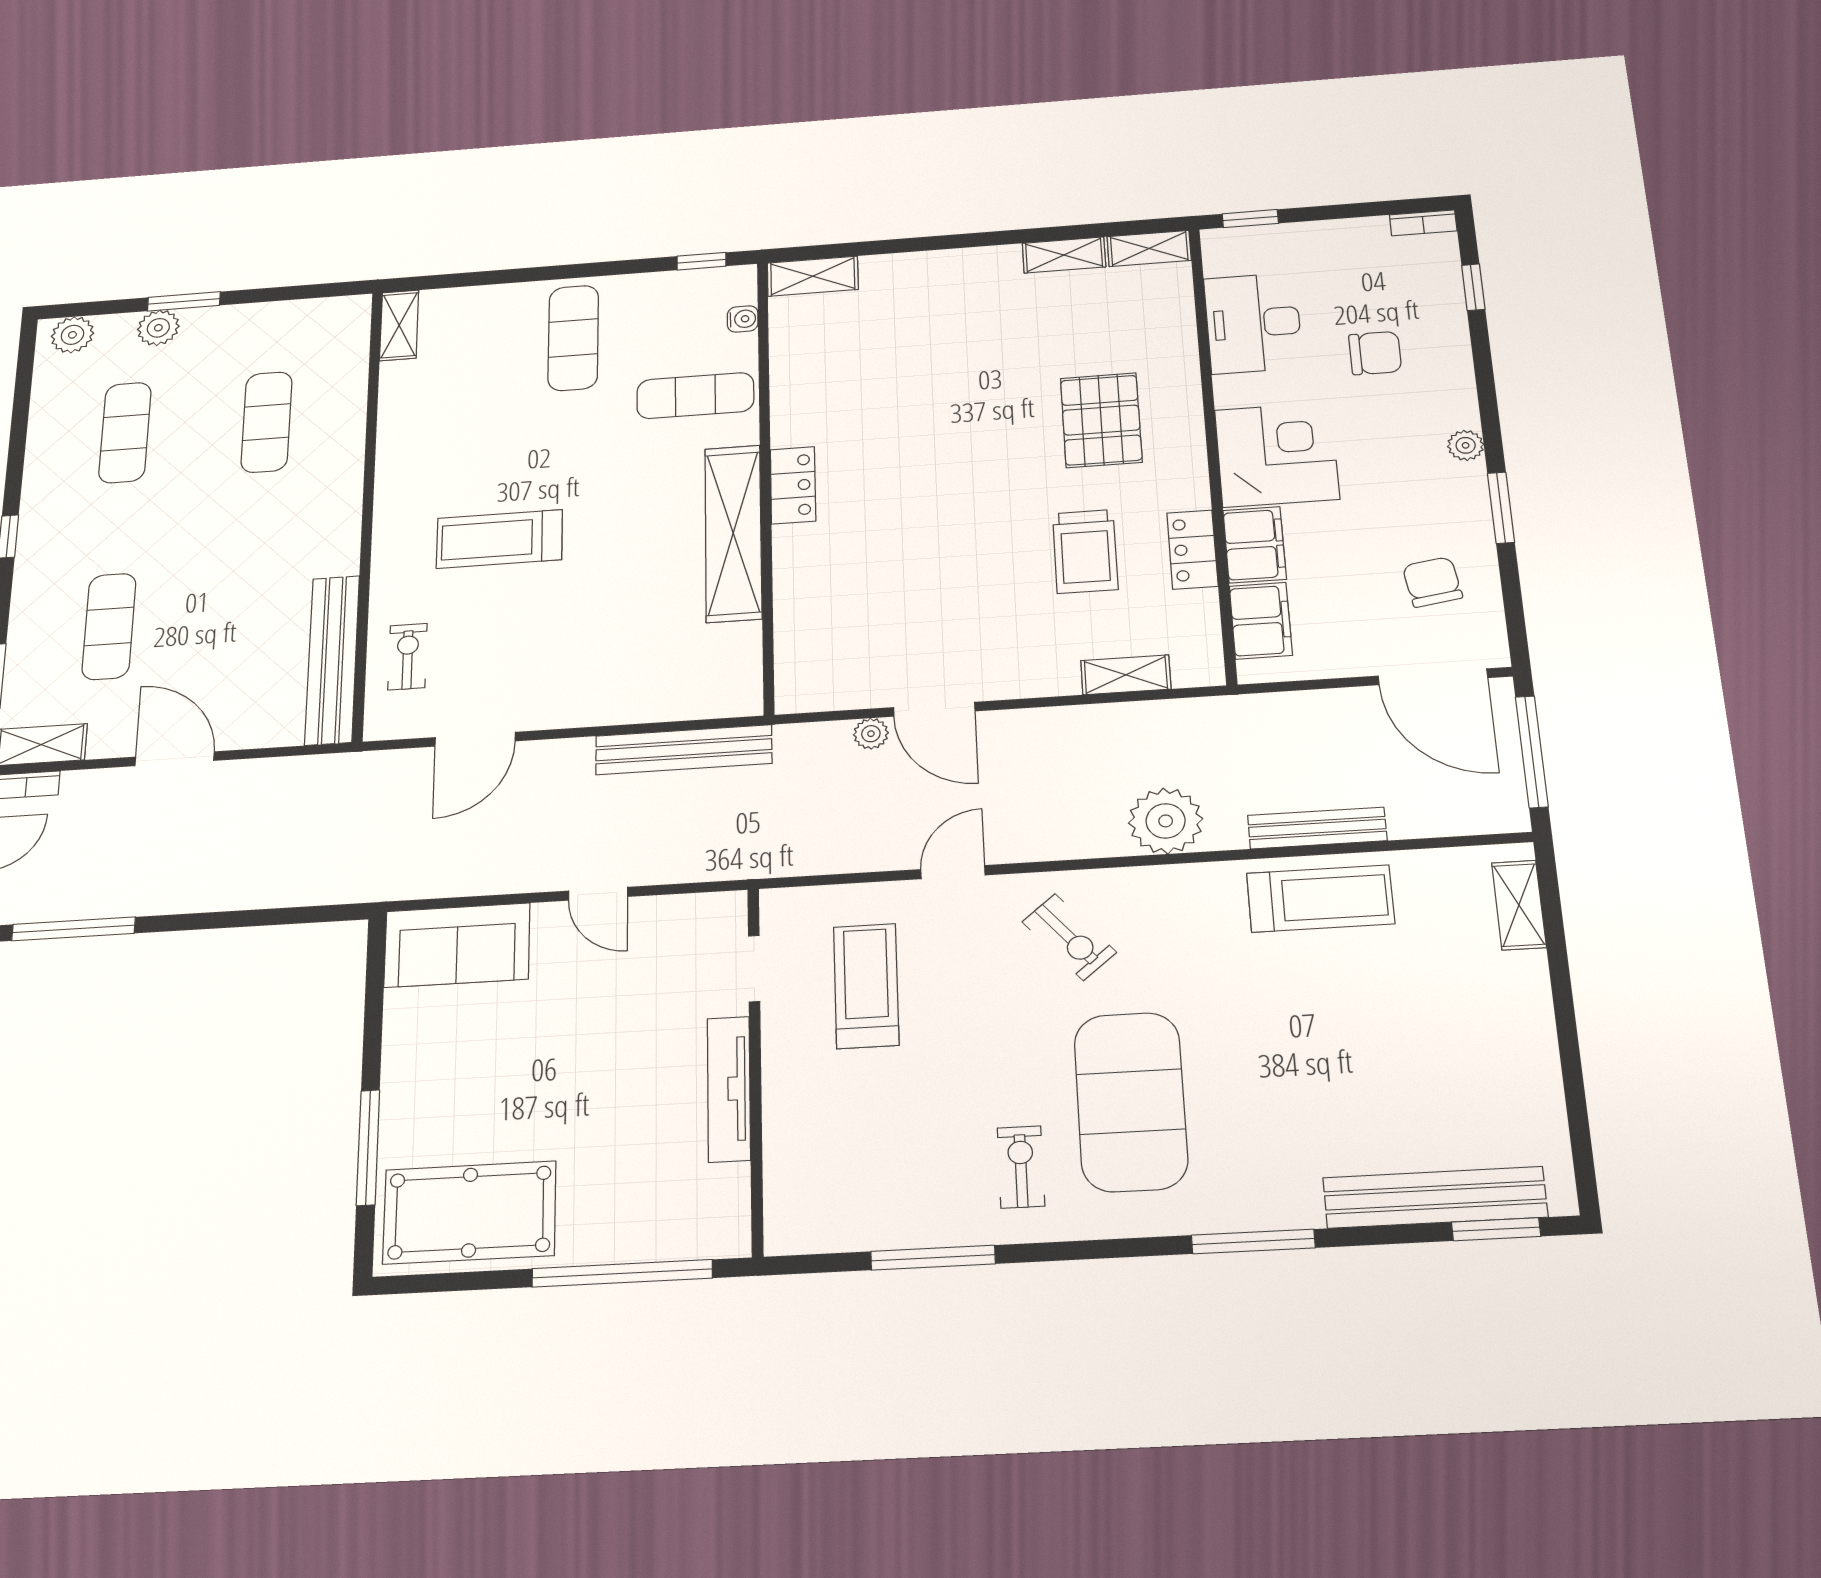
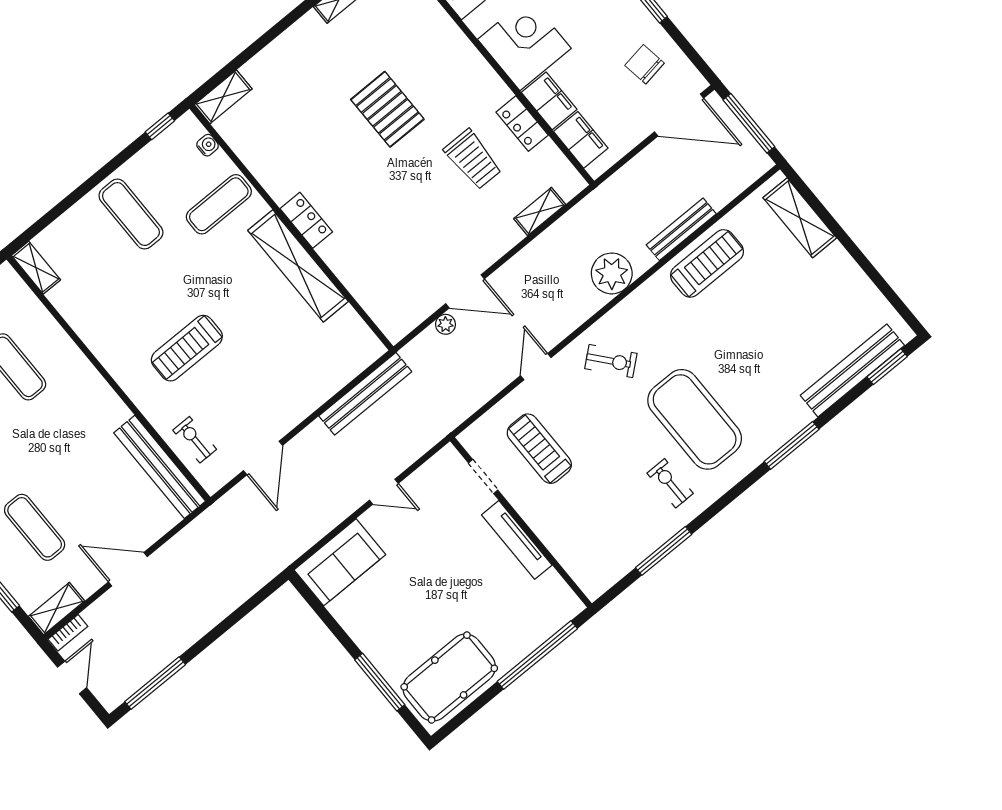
pallet: (1101, 420) -> (387, 109), moved
shelving: (1519, 905) -> (800, 218), width x1.50, depth x1.33

